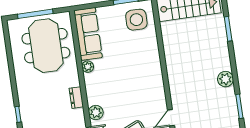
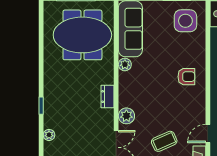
meeting table: (46, 46) -> (82, 35), turned 90
armchair: (144, 70) -> (186, 77), added

